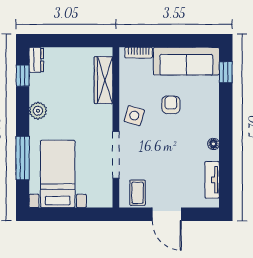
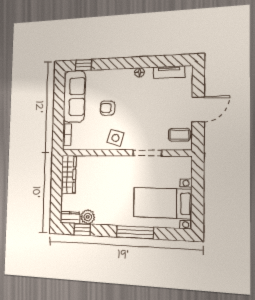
wardrobe: (104, 80) -> (69, 174), moved, turned -90
plant: (38, 111) -> (88, 217), moved
doorway: (116, 155) -> (147, 153), width x0.73
window: (23, 158) -> (135, 232), moved

